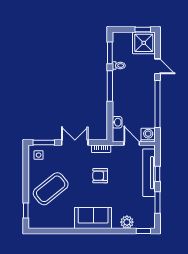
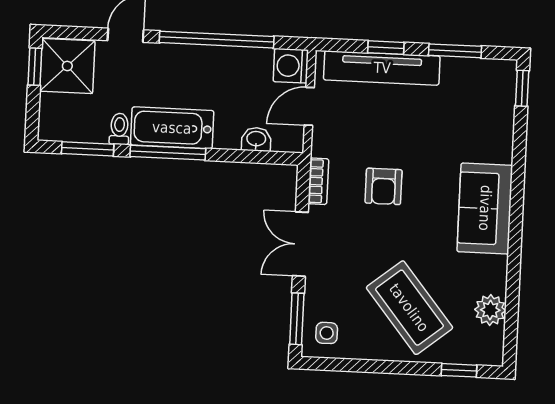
bathtub: (120, 87) -> (172, 128), added
plant: (127, 222) -> (490, 310), moved

